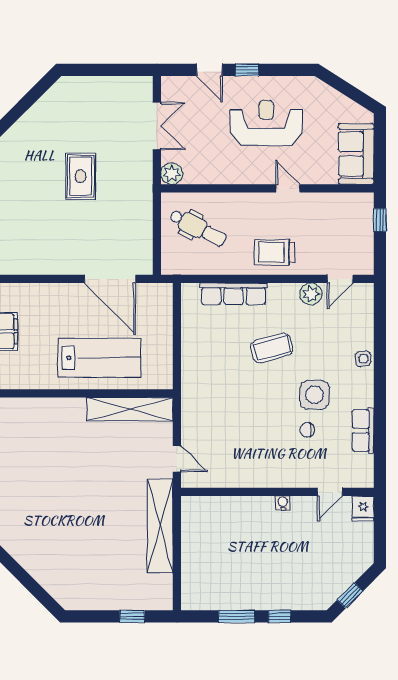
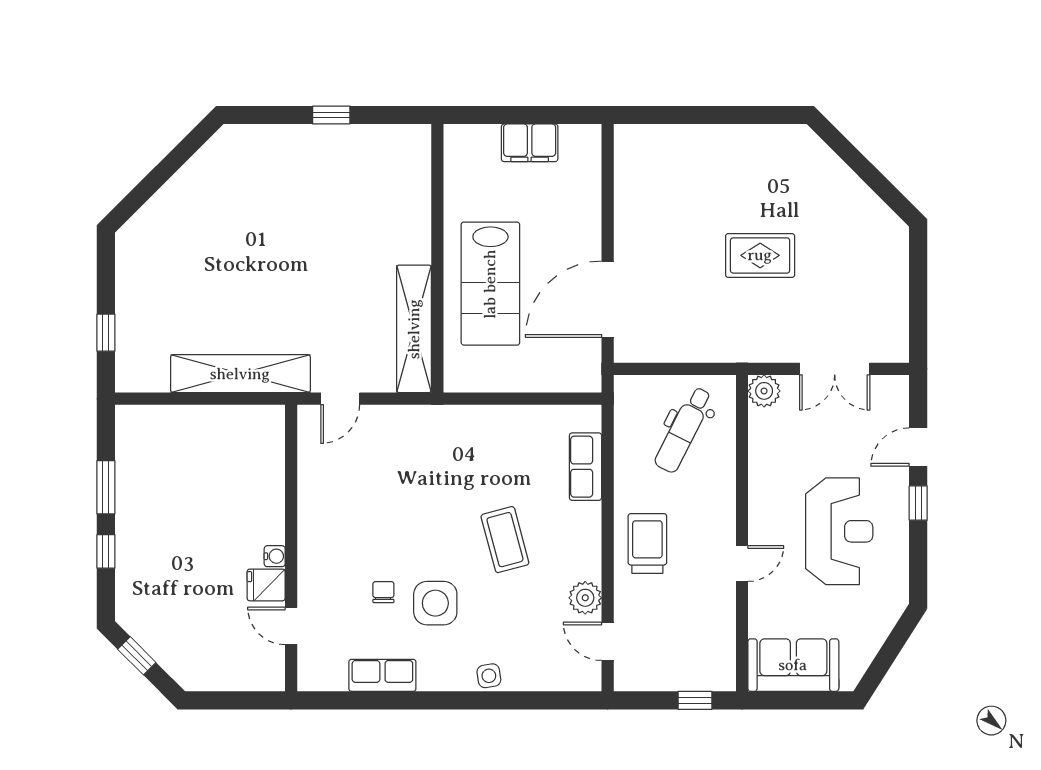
row of seats: (233, 294) -> (586, 467), width x0.68
fridge: (363, 509) -> (266, 585), moved

